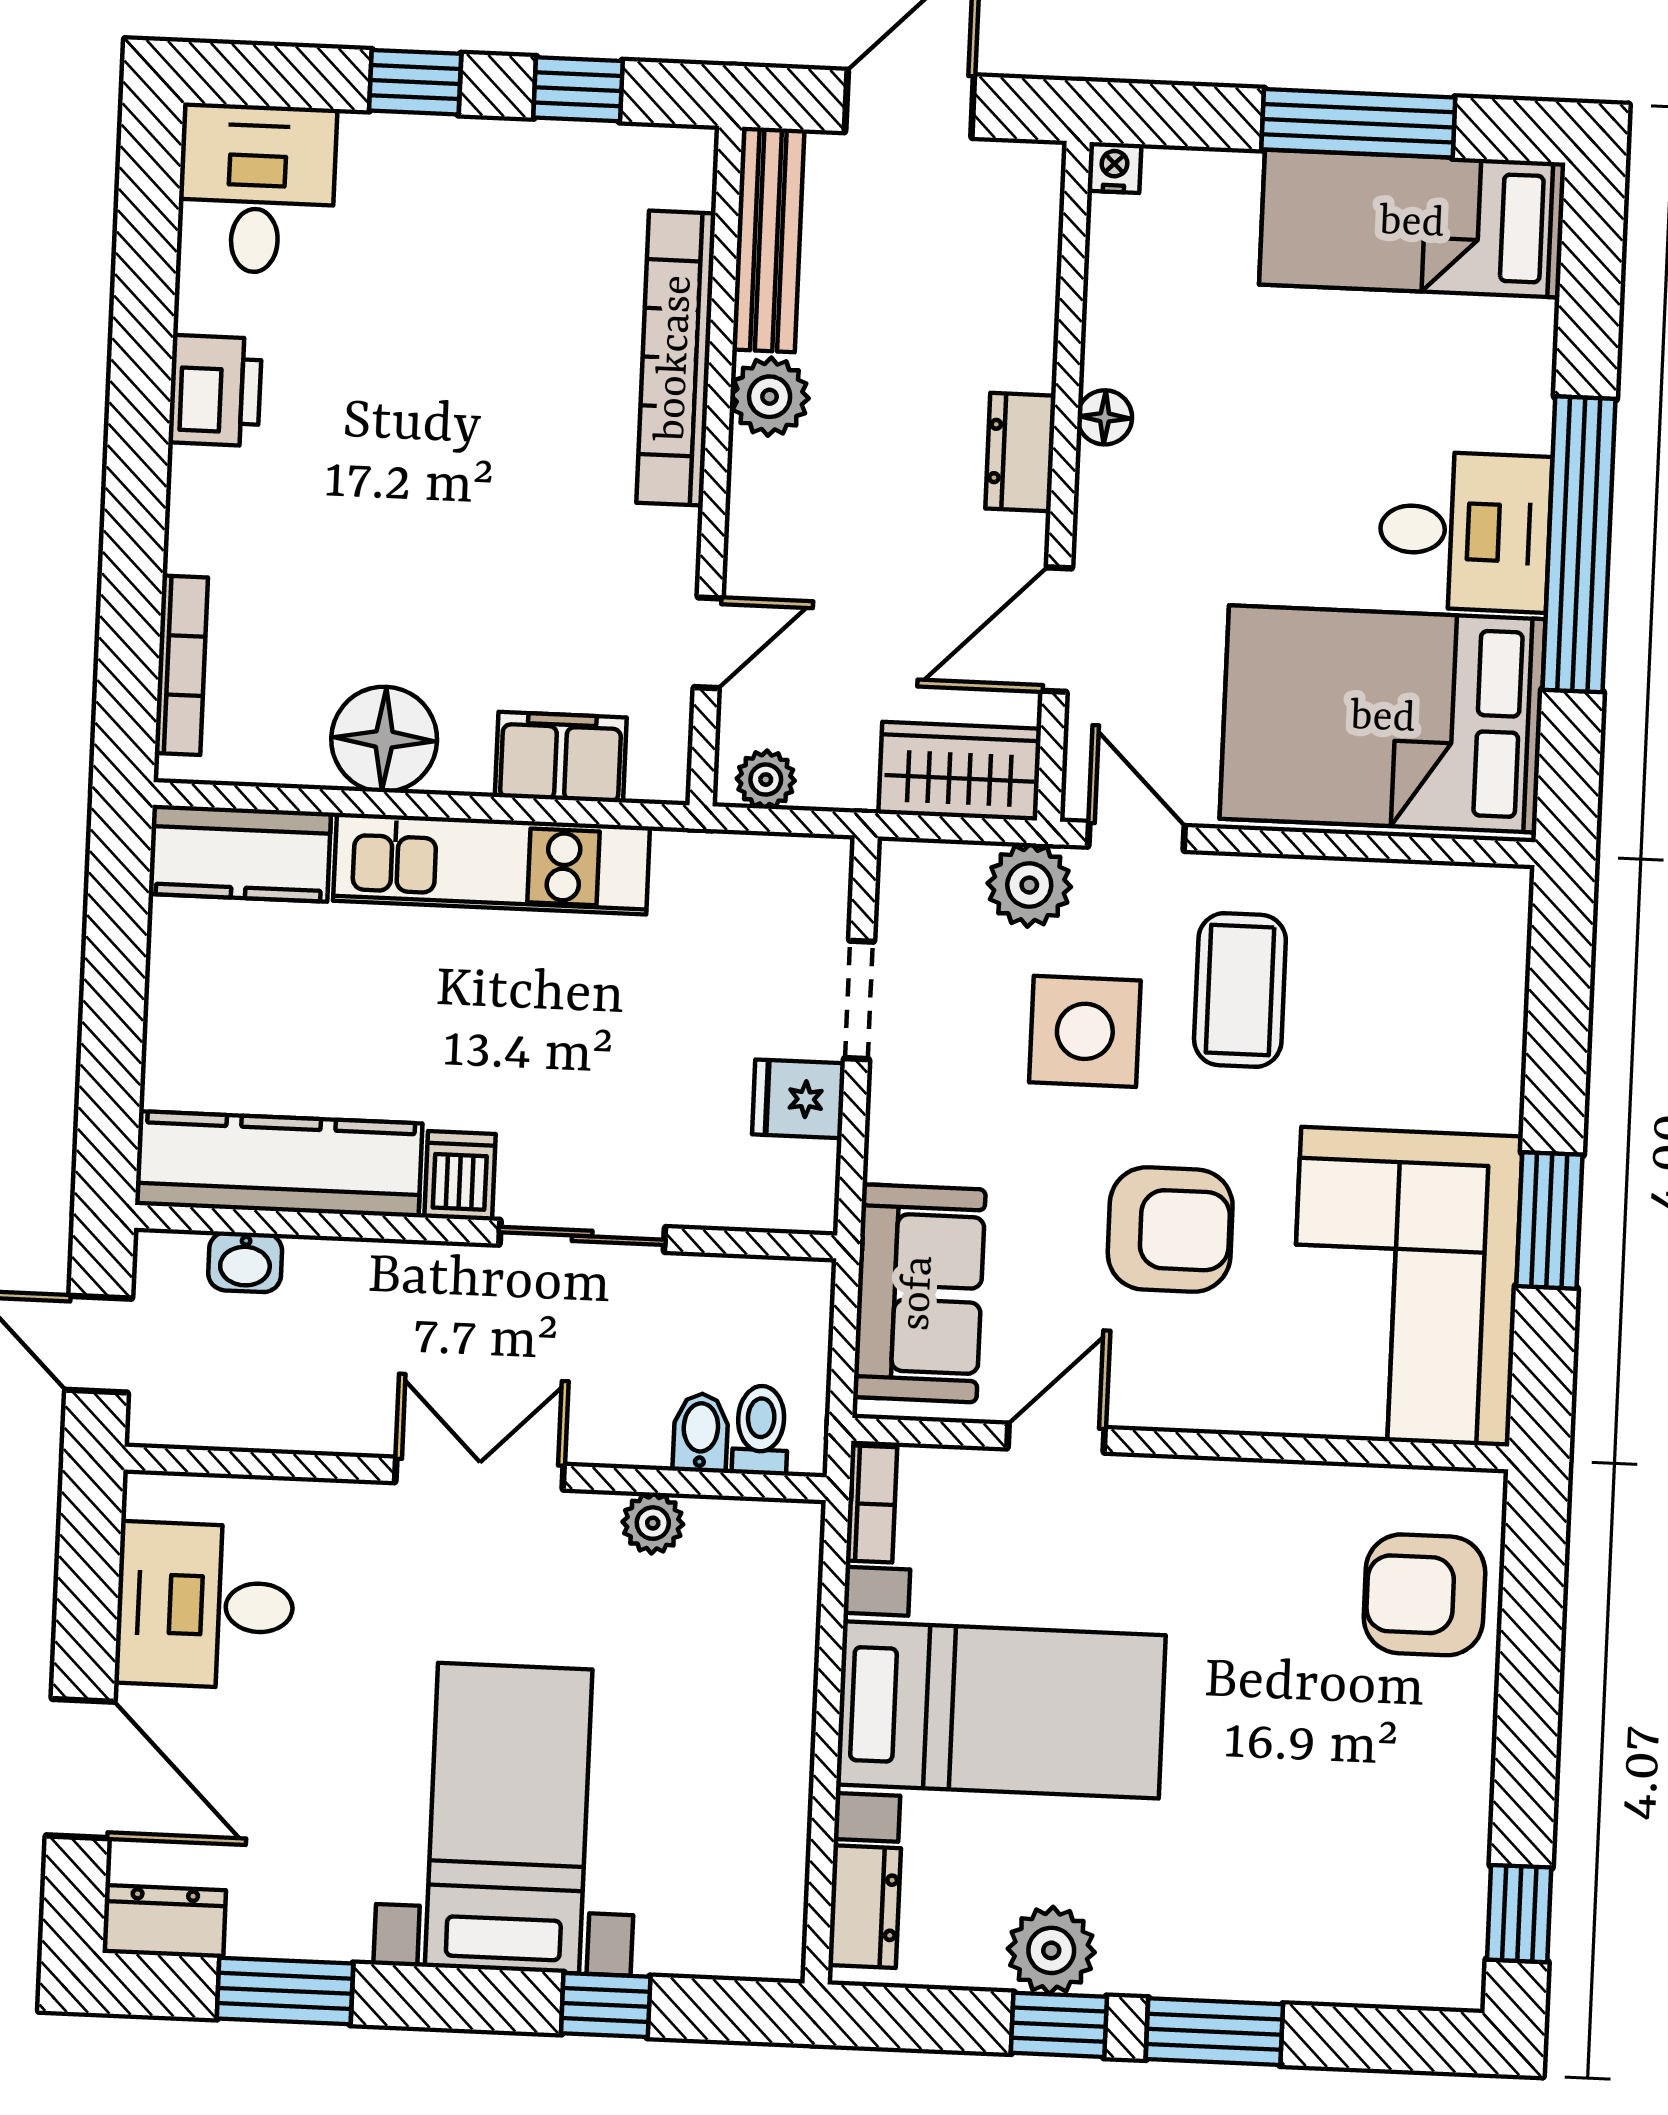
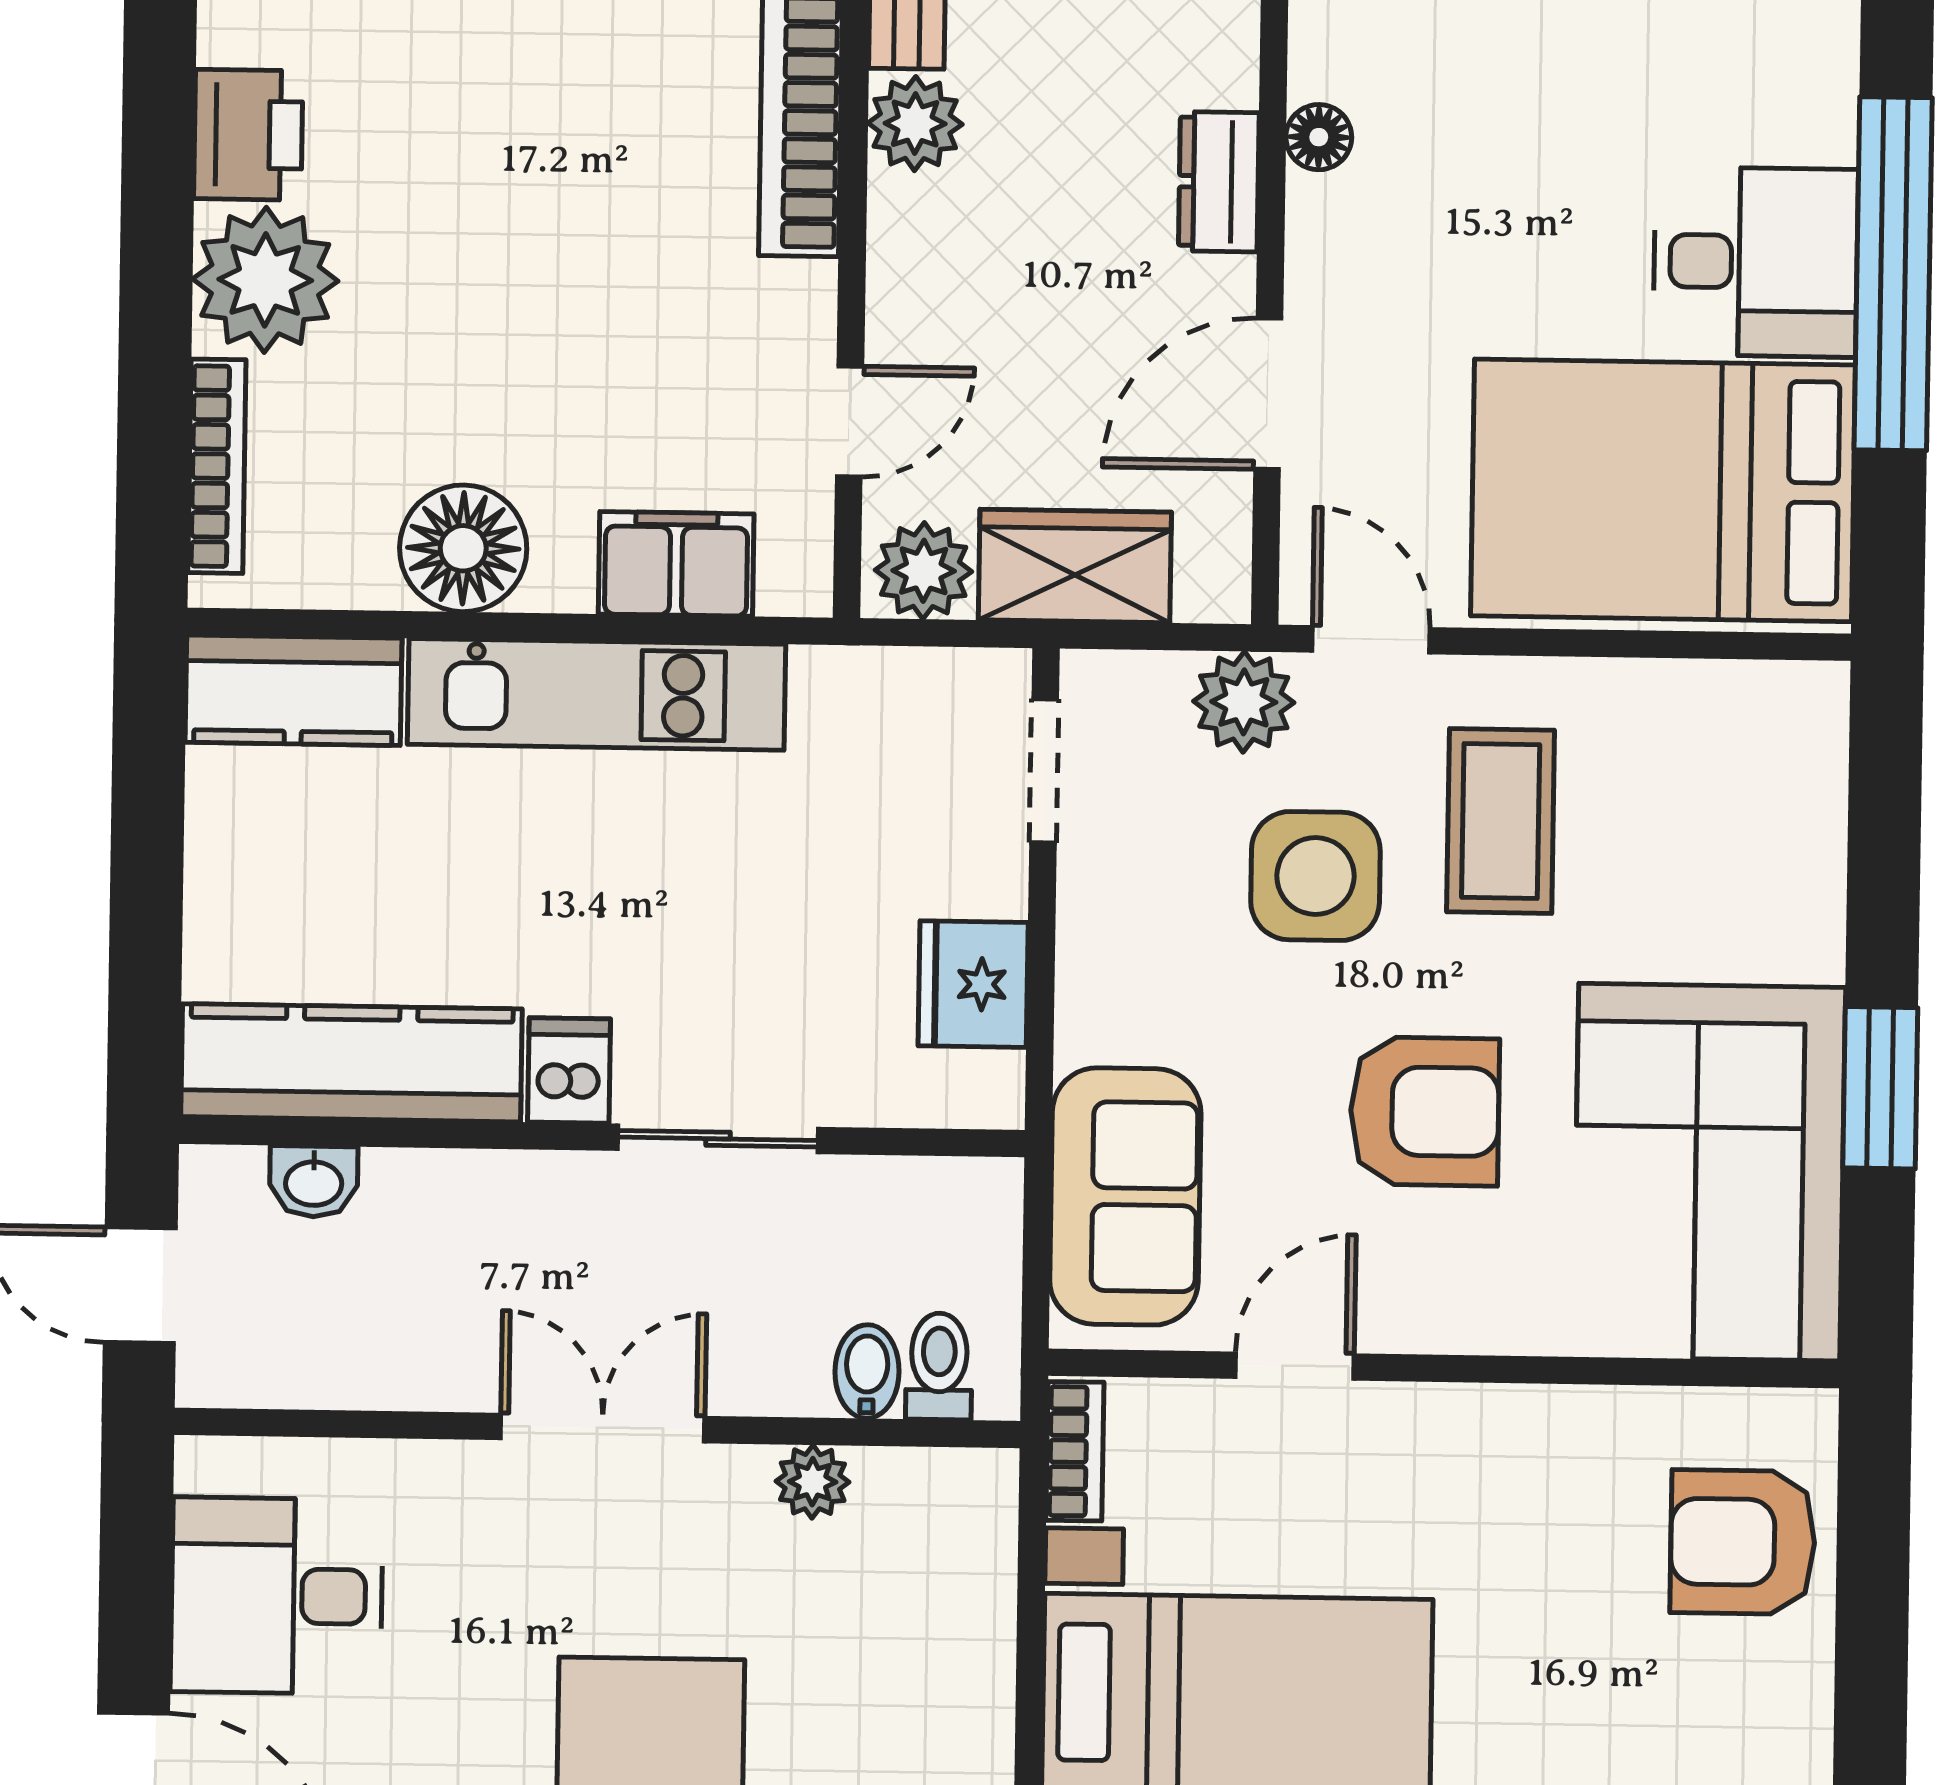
plant: (226, 512) -> (265, 280), added
wardrobe: (960, 771) -> (1075, 566), moved
plant: (766, 780) -> (924, 571), width x1.38, depth x1.38
doorway: (859, 1000) -> (1044, 771), moved
fridge: (798, 1099) -> (973, 984), width x1.38

